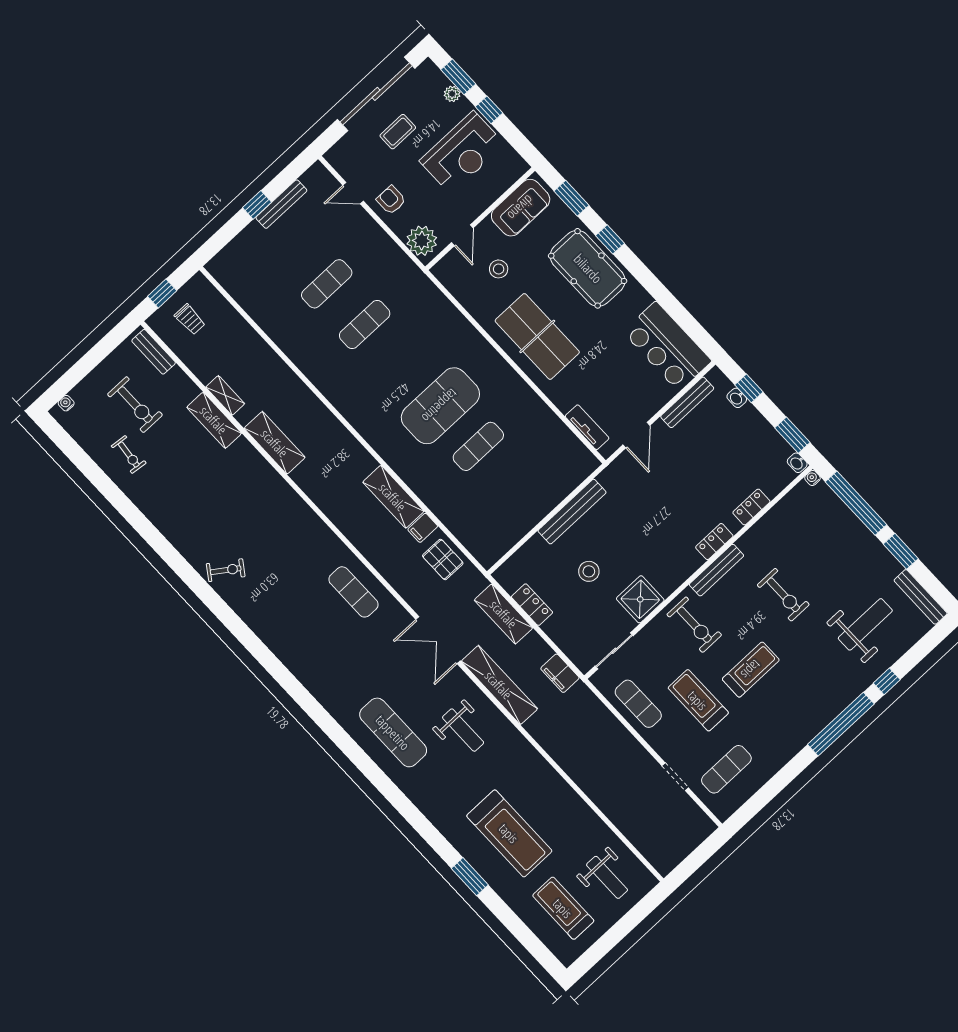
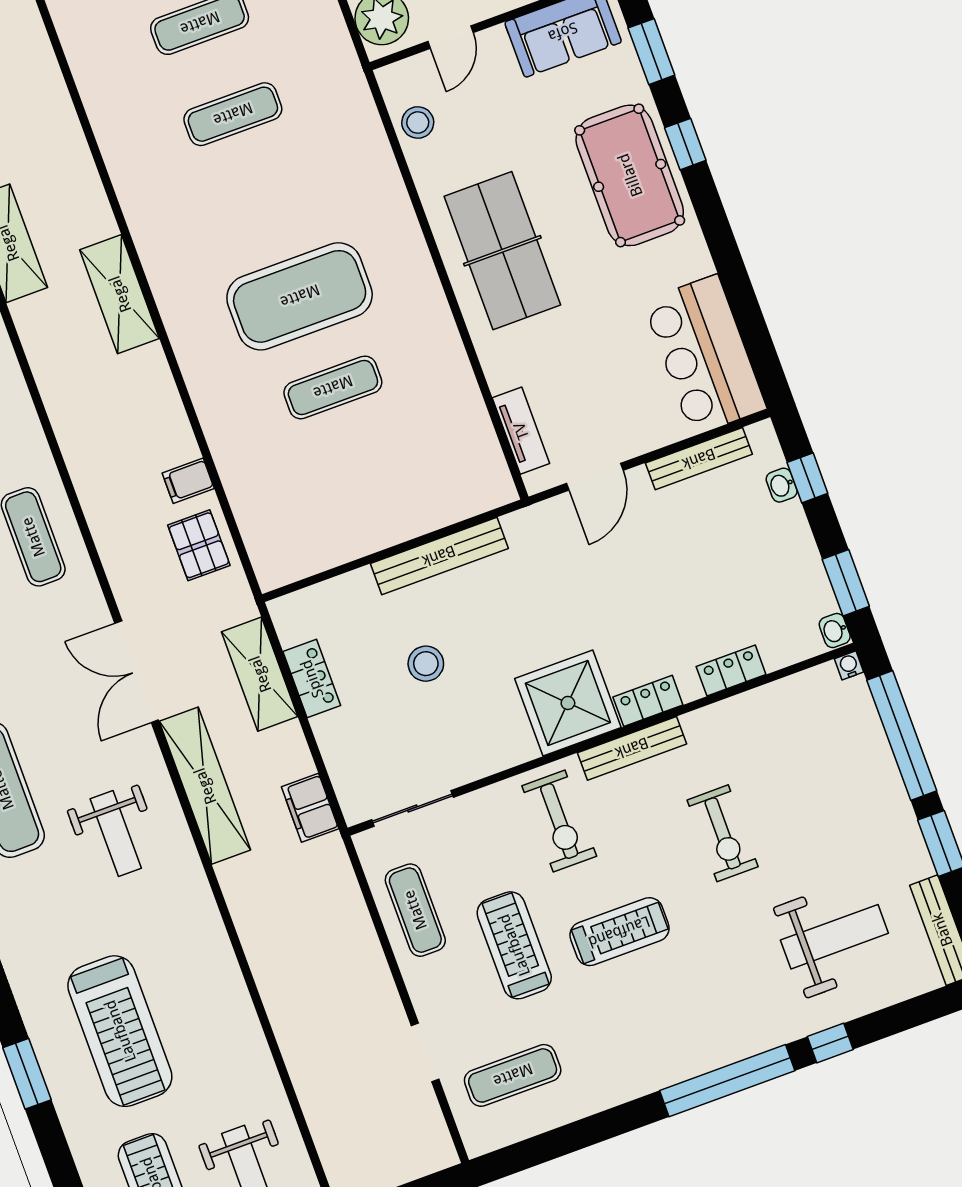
stool: (499, 269) -> (418, 122), moved
shelving: (393, 497) -> (120, 294), moved
shower: (640, 599) -> (568, 703), moved, width x1.37, depth x1.37

